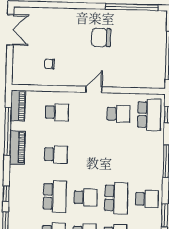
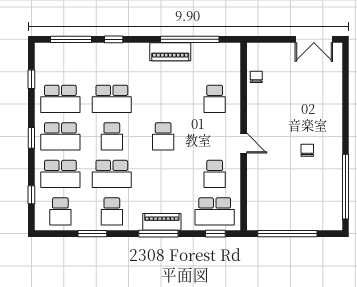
chair: (101, 38) -> (307, 150), width x0.54, depth x0.54
chair: (49, 64) -> (256, 77), moved
piano: (18, 106) -> (162, 222), moved, turned 180
school desk: (56, 154) -> (163, 136), moved

